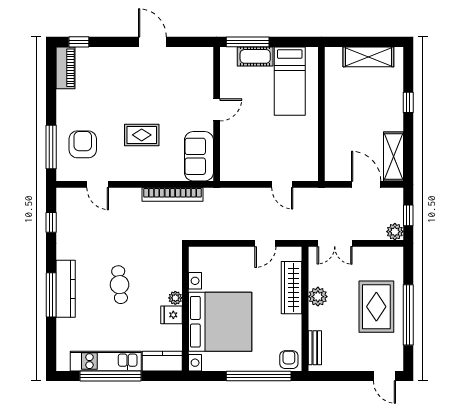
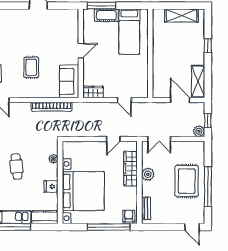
rug: (142, 135) -> (31, 67), turned 90
wardrobe: (235, 172) -> (93, 92), added
plant: (175, 298) -> (53, 159), moved

